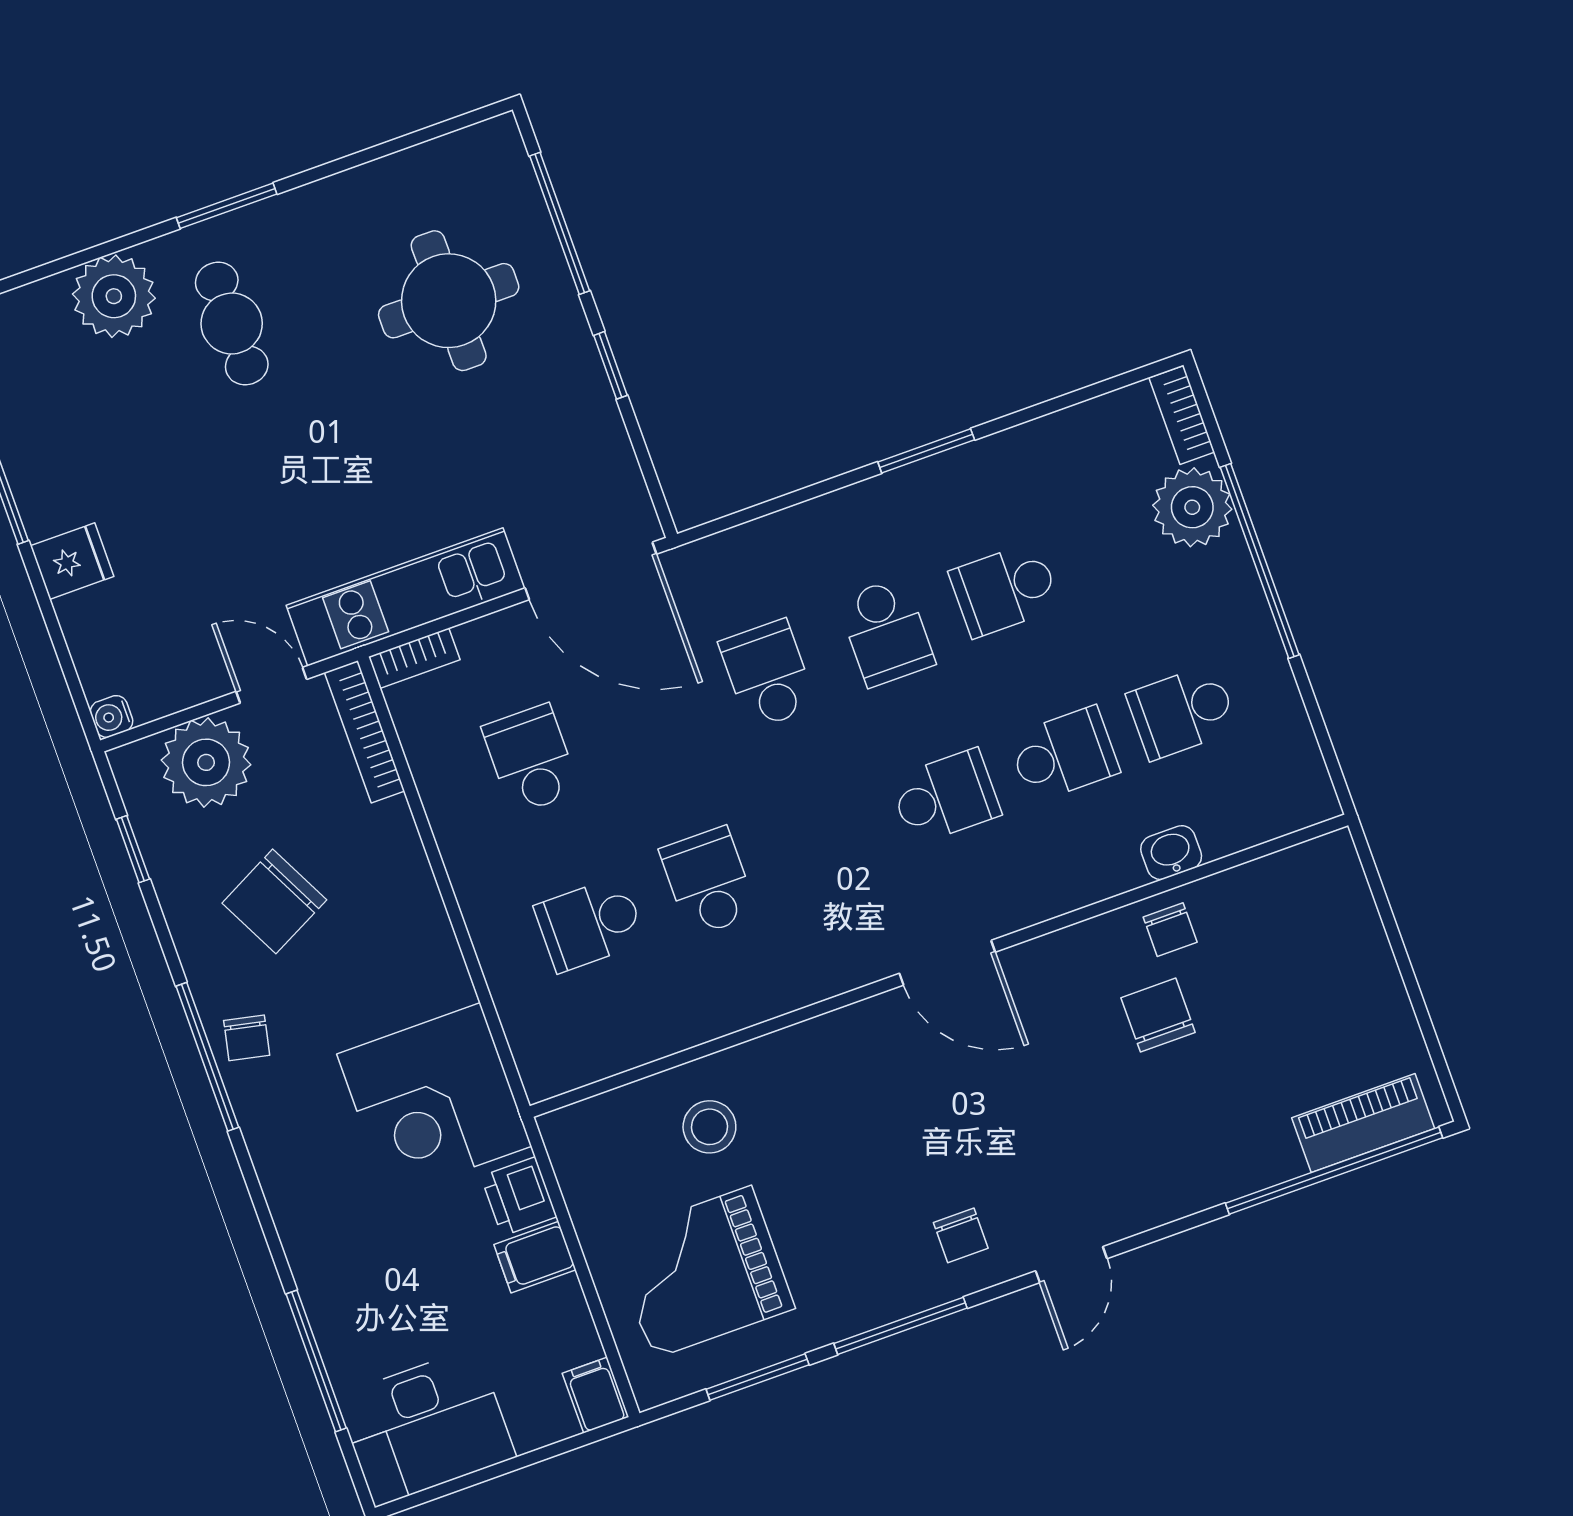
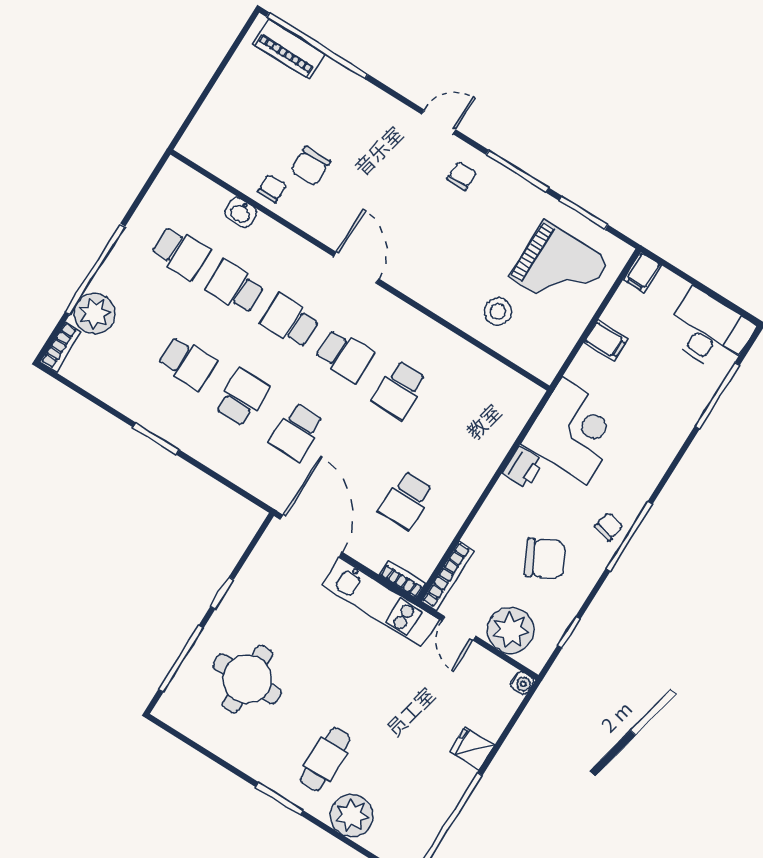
school desk: (590, 924) -> (345, 356), moved
printer: (519, 1197) -> (523, 467), moved

